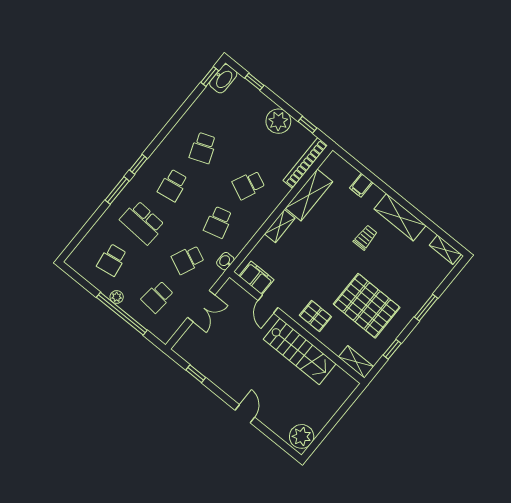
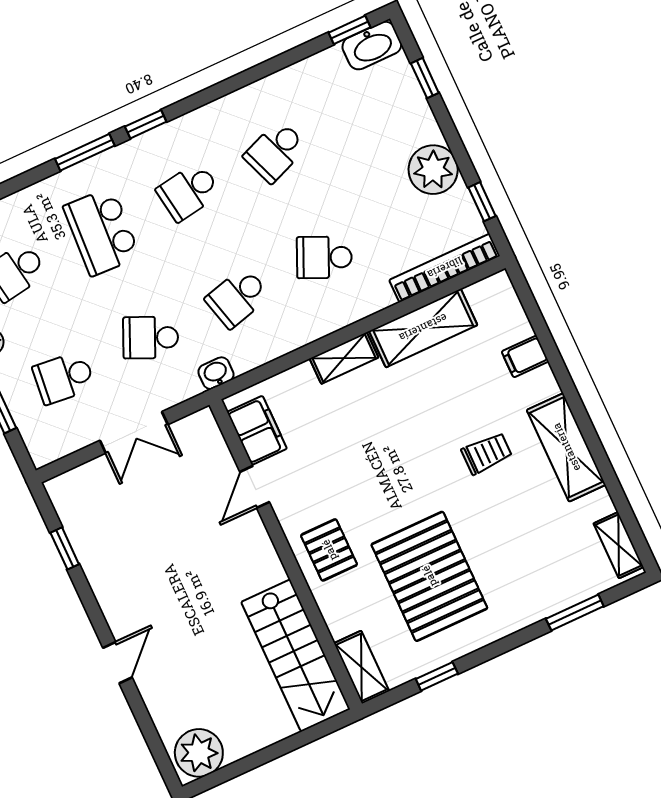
window: (426, 308) -> (575, 613), moved
stairs: (300, 351) -> (296, 656), moved

